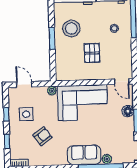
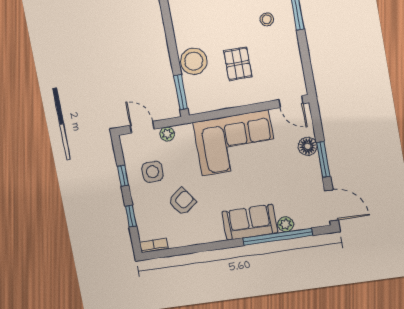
stool: (71, 29) -> (194, 61), moved
window: (52, 38) -> (181, 92), moved
plant: (52, 91) -> (167, 134), moved

